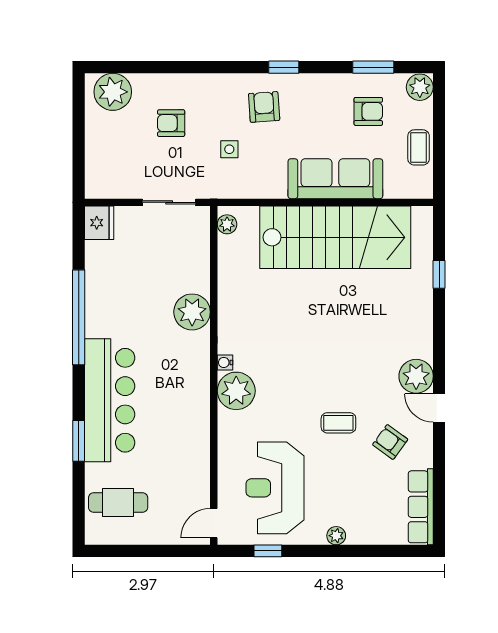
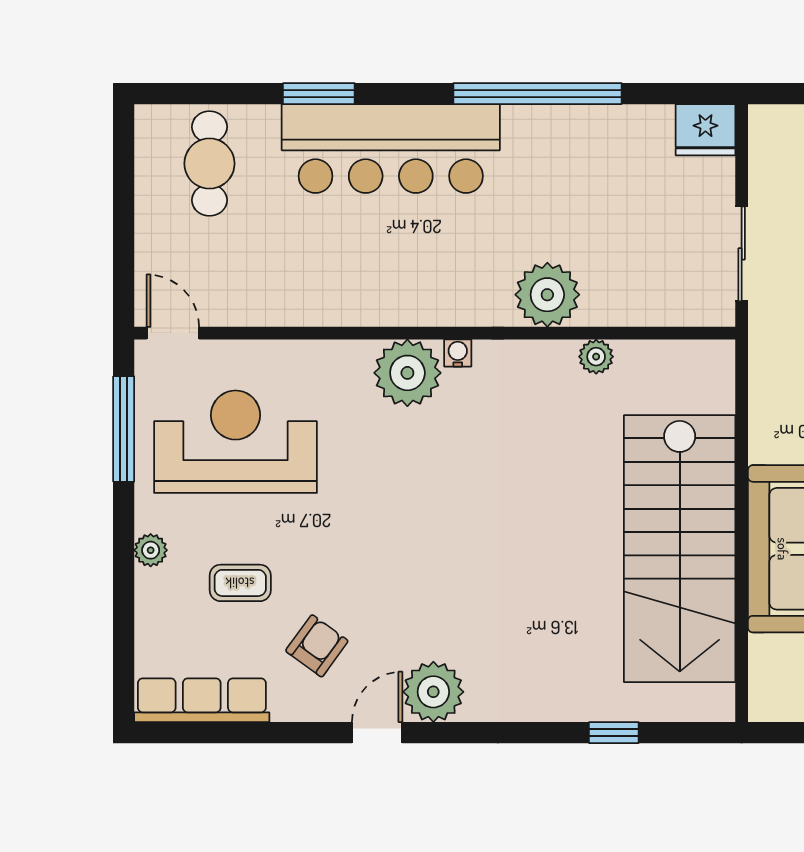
plant: (227, 224) -> (596, 357), moved
coffee table: (338, 423) -> (240, 583), moved, turned 90
window: (268, 551) -> (124, 429), width x2.17

